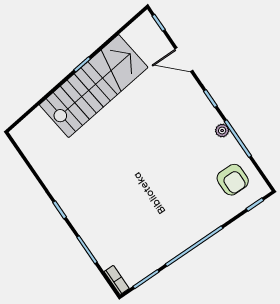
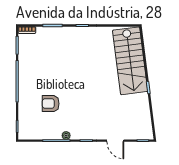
door: (184, 60) -> (115, 141), swing flipped
stairs: (94, 86) -> (130, 61), moved
armchair: (233, 180) -> (51, 104), moved

